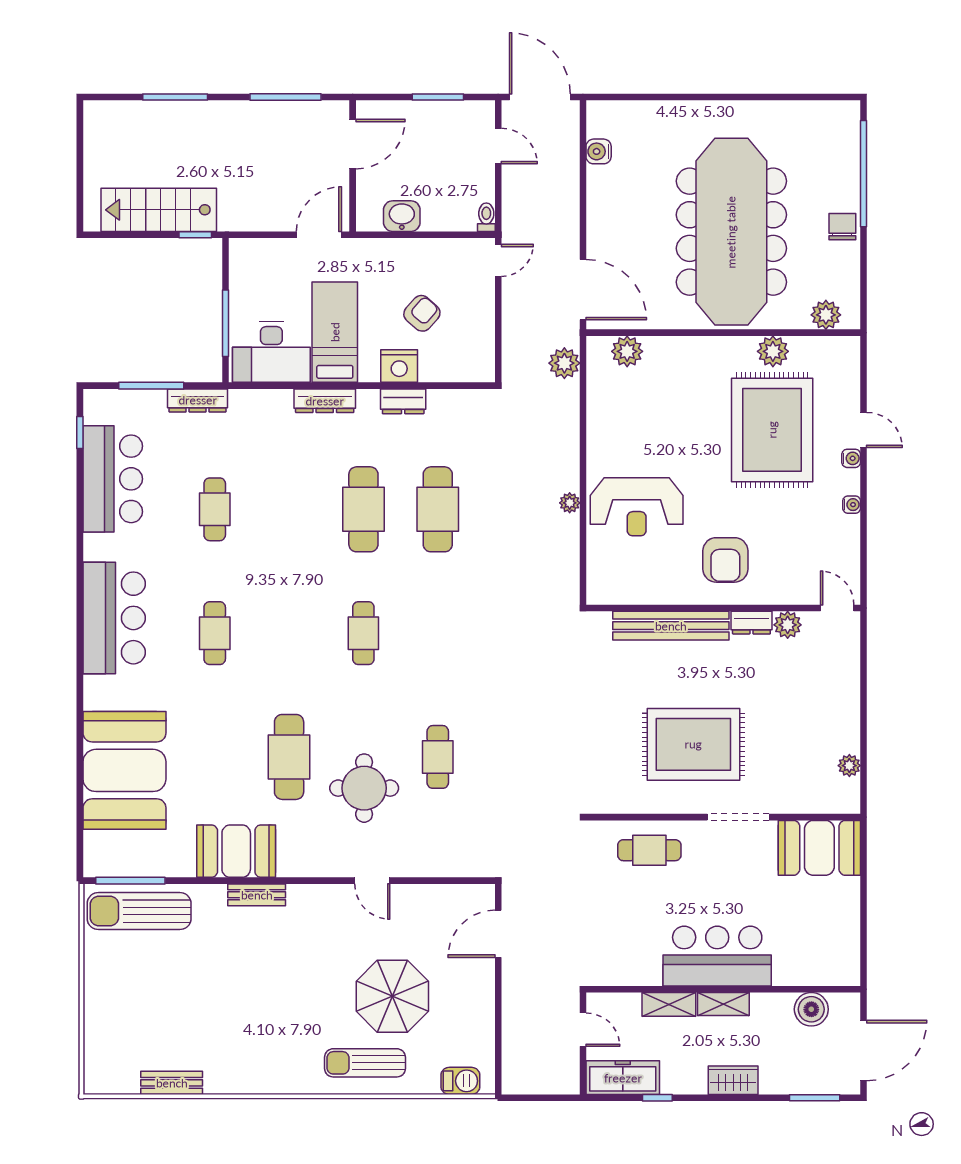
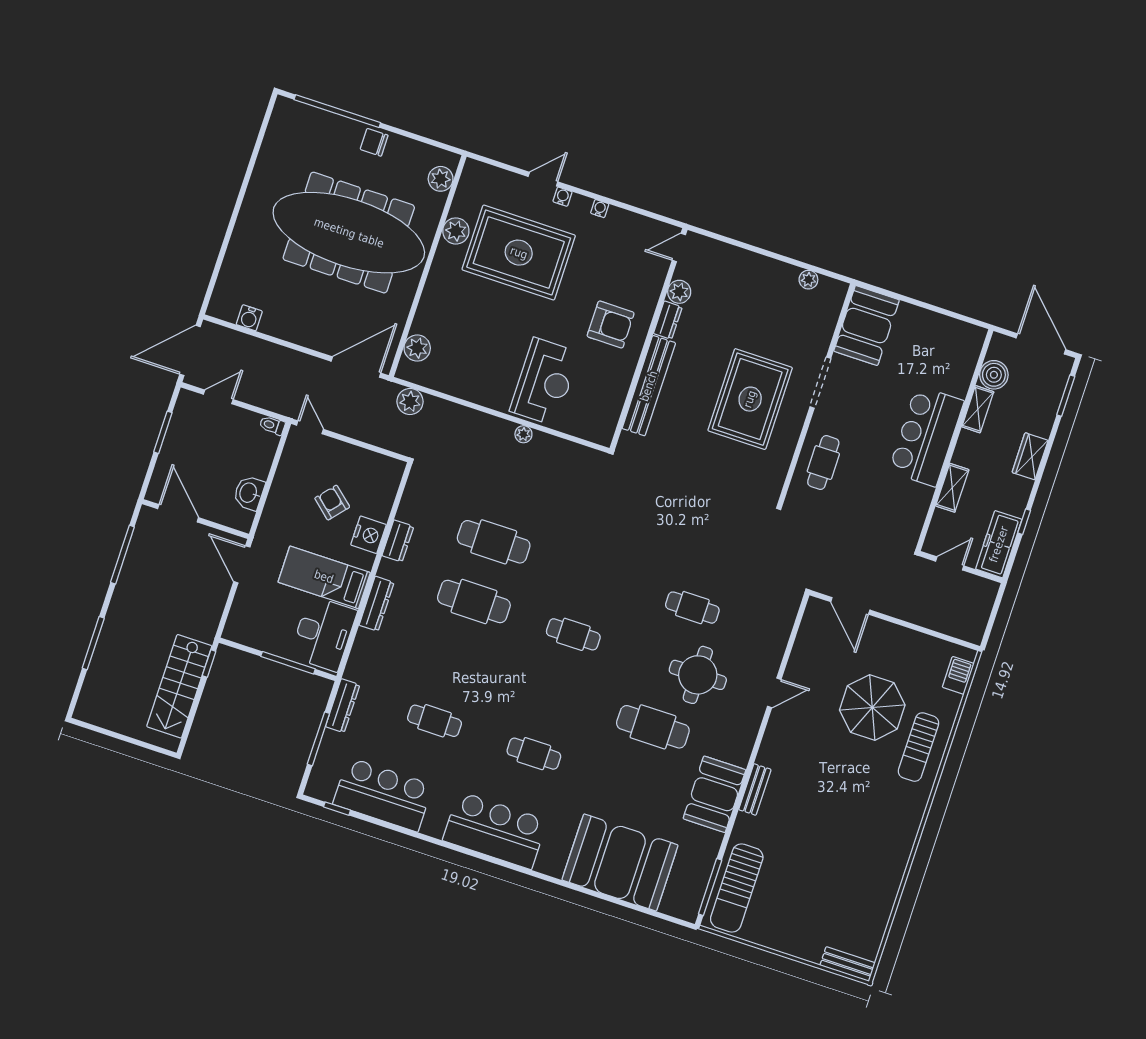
shelving: (723, 1004) -> (978, 409), moved
bench: (172, 1083) -> (848, 964), moved, turned 90

